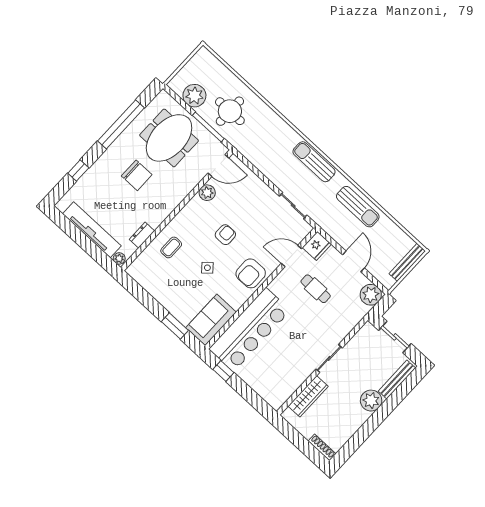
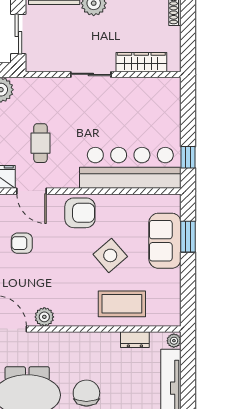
armchair: (225, 235) -> (22, 243), moved
coffee table: (171, 247) -> (122, 304), width x1.86, depth x1.72
side table: (207, 268) -> (110, 255), width x1.87, depth x1.87
sofa: (211, 320) -> (165, 241), moved, turned 90

